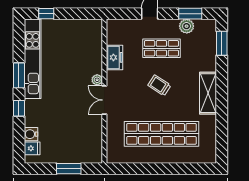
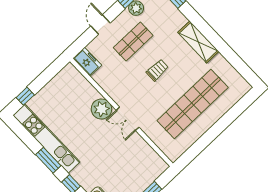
freezer: (115, 57) -> (87, 62), moved
plant: (97, 80) -> (101, 109), width x1.87, depth x1.87
trolley: (159, 85) -> (157, 70), turned 147

